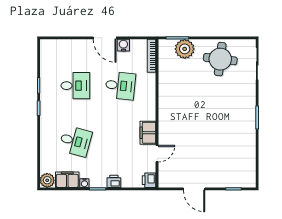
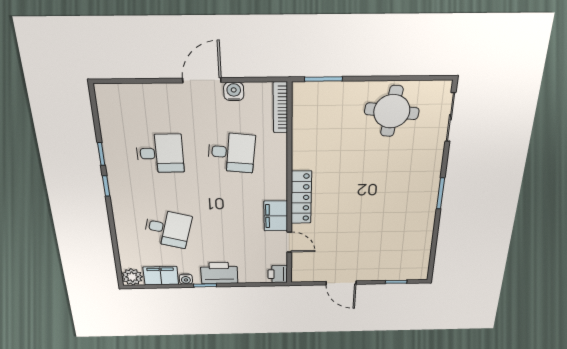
door: (105, 38) -> (202, 80), swing flipped
plant: (185, 49) -> (335, 96), removed
locker: (165, 119) -> (301, 197), added
door: (157, 154) -> (289, 242), hinge flipped
printer: (114, 181) -> (219, 273), width x1.87, depth x1.48

